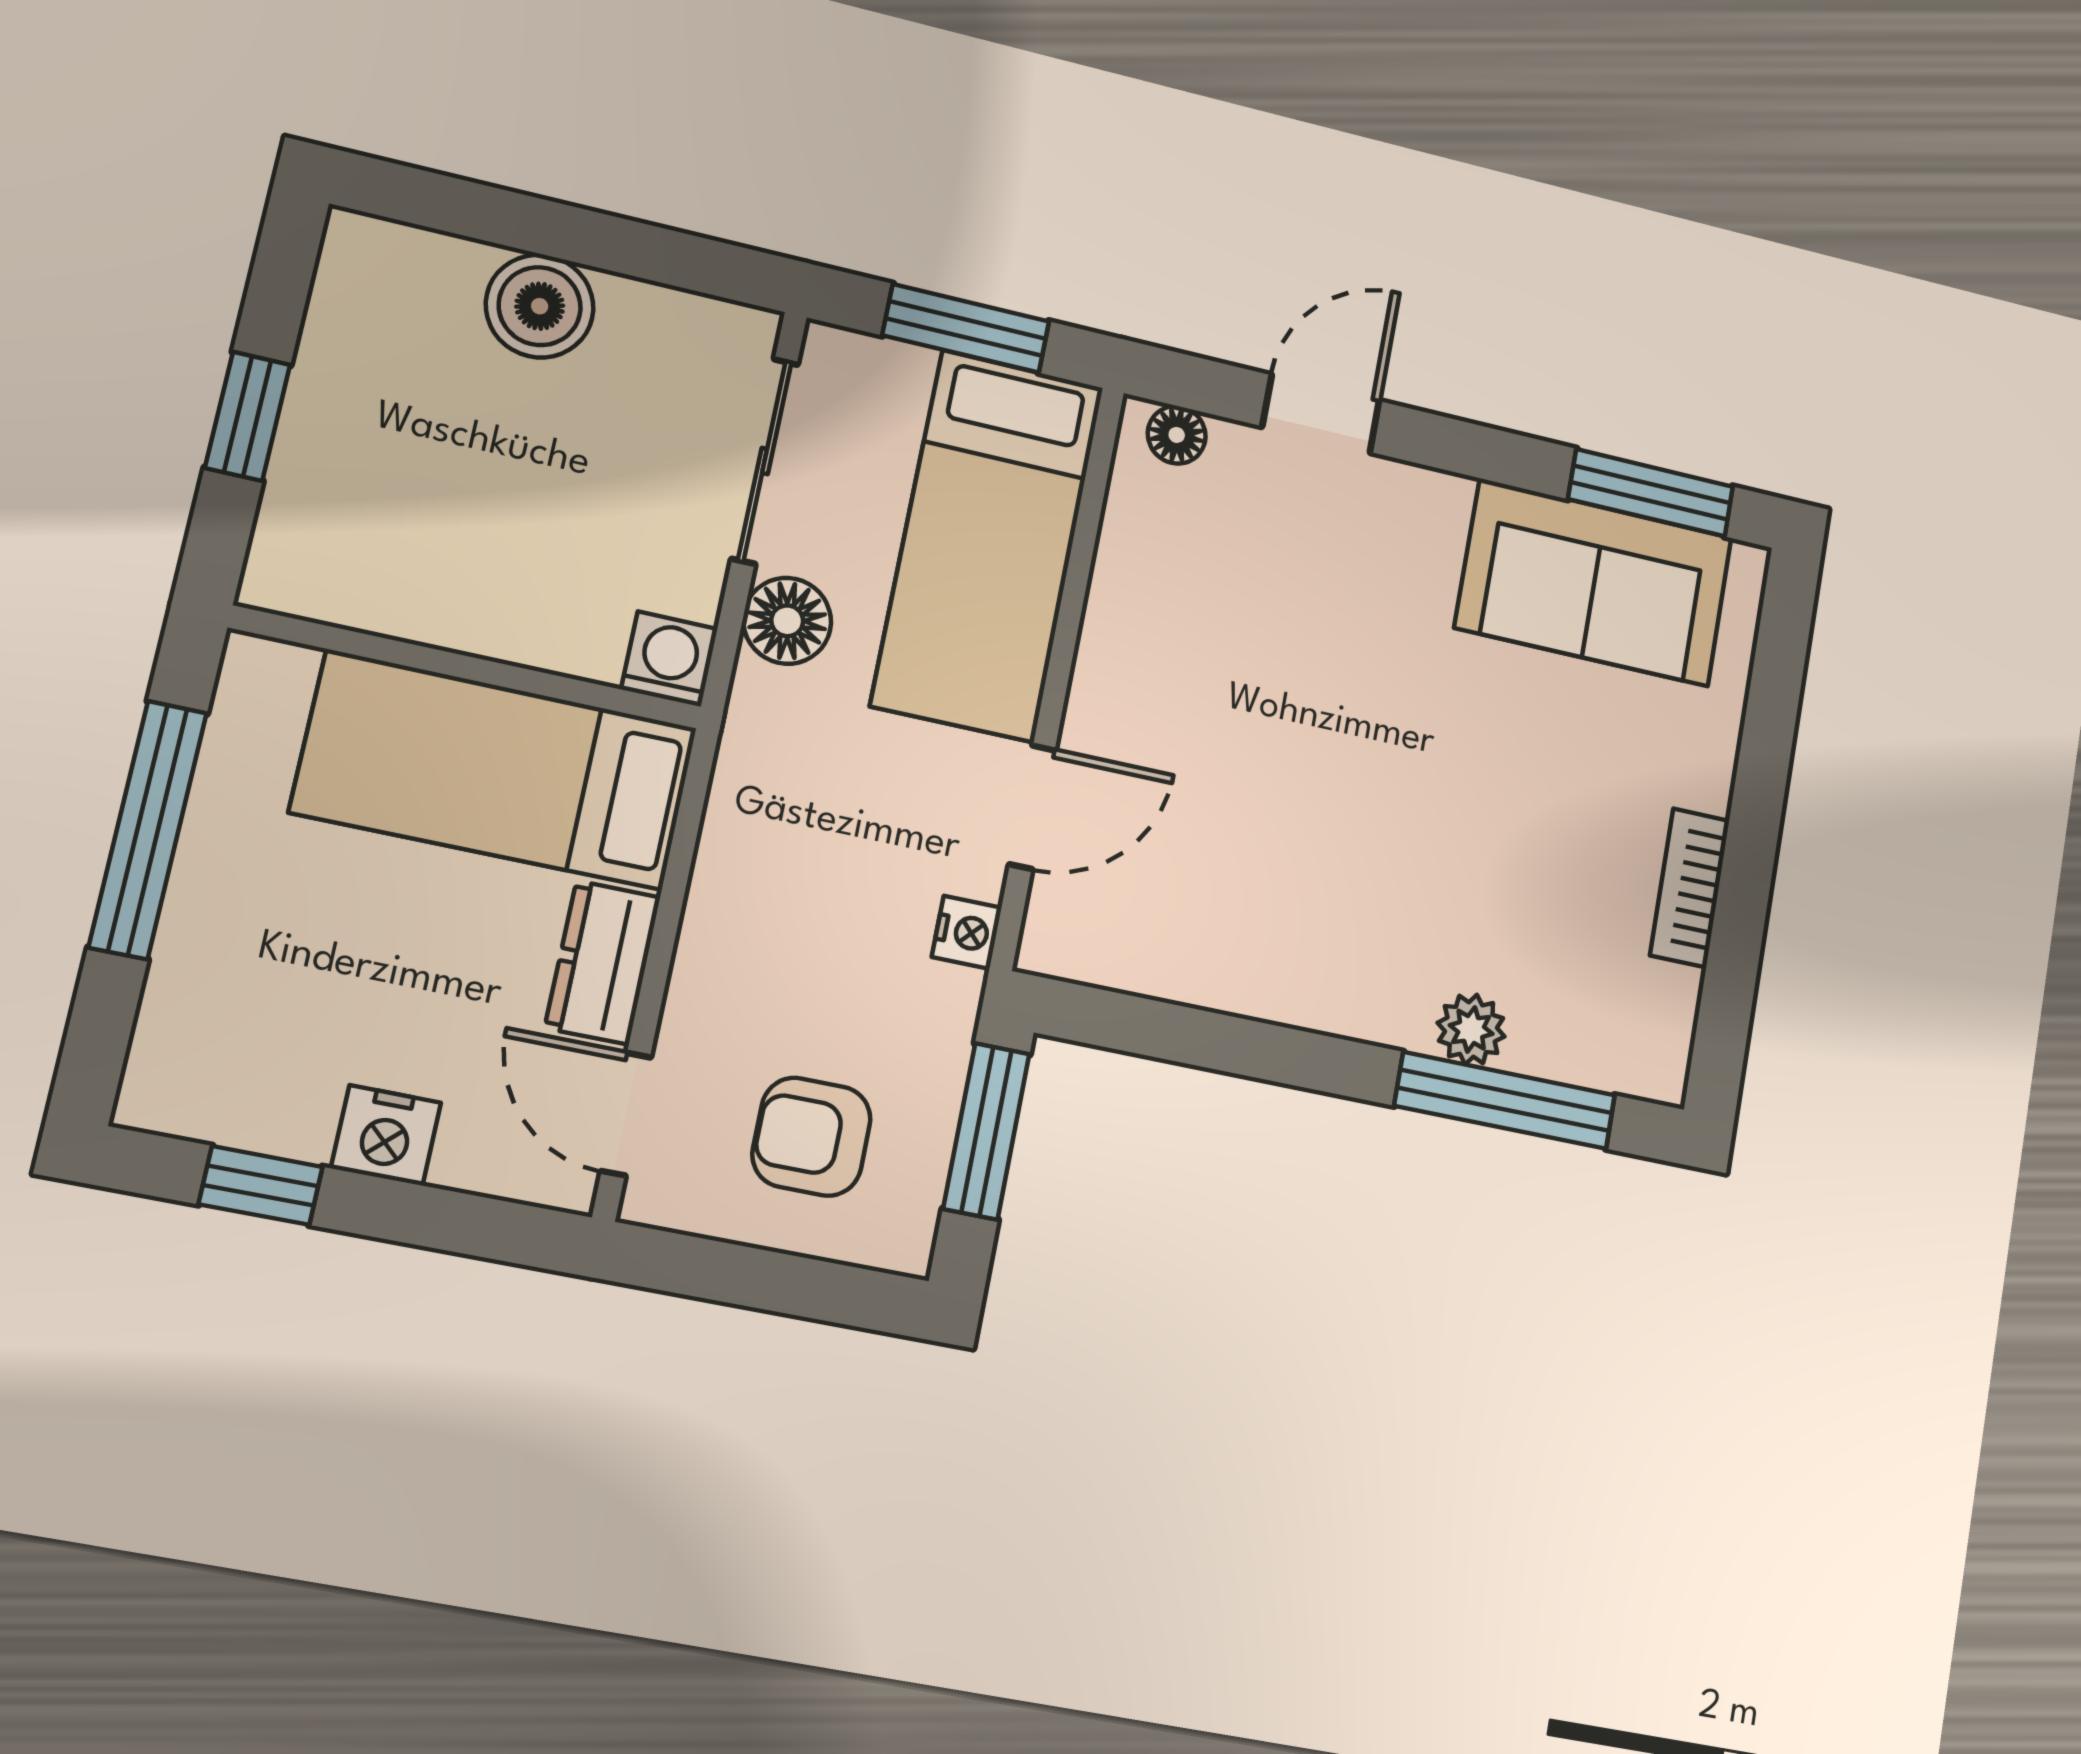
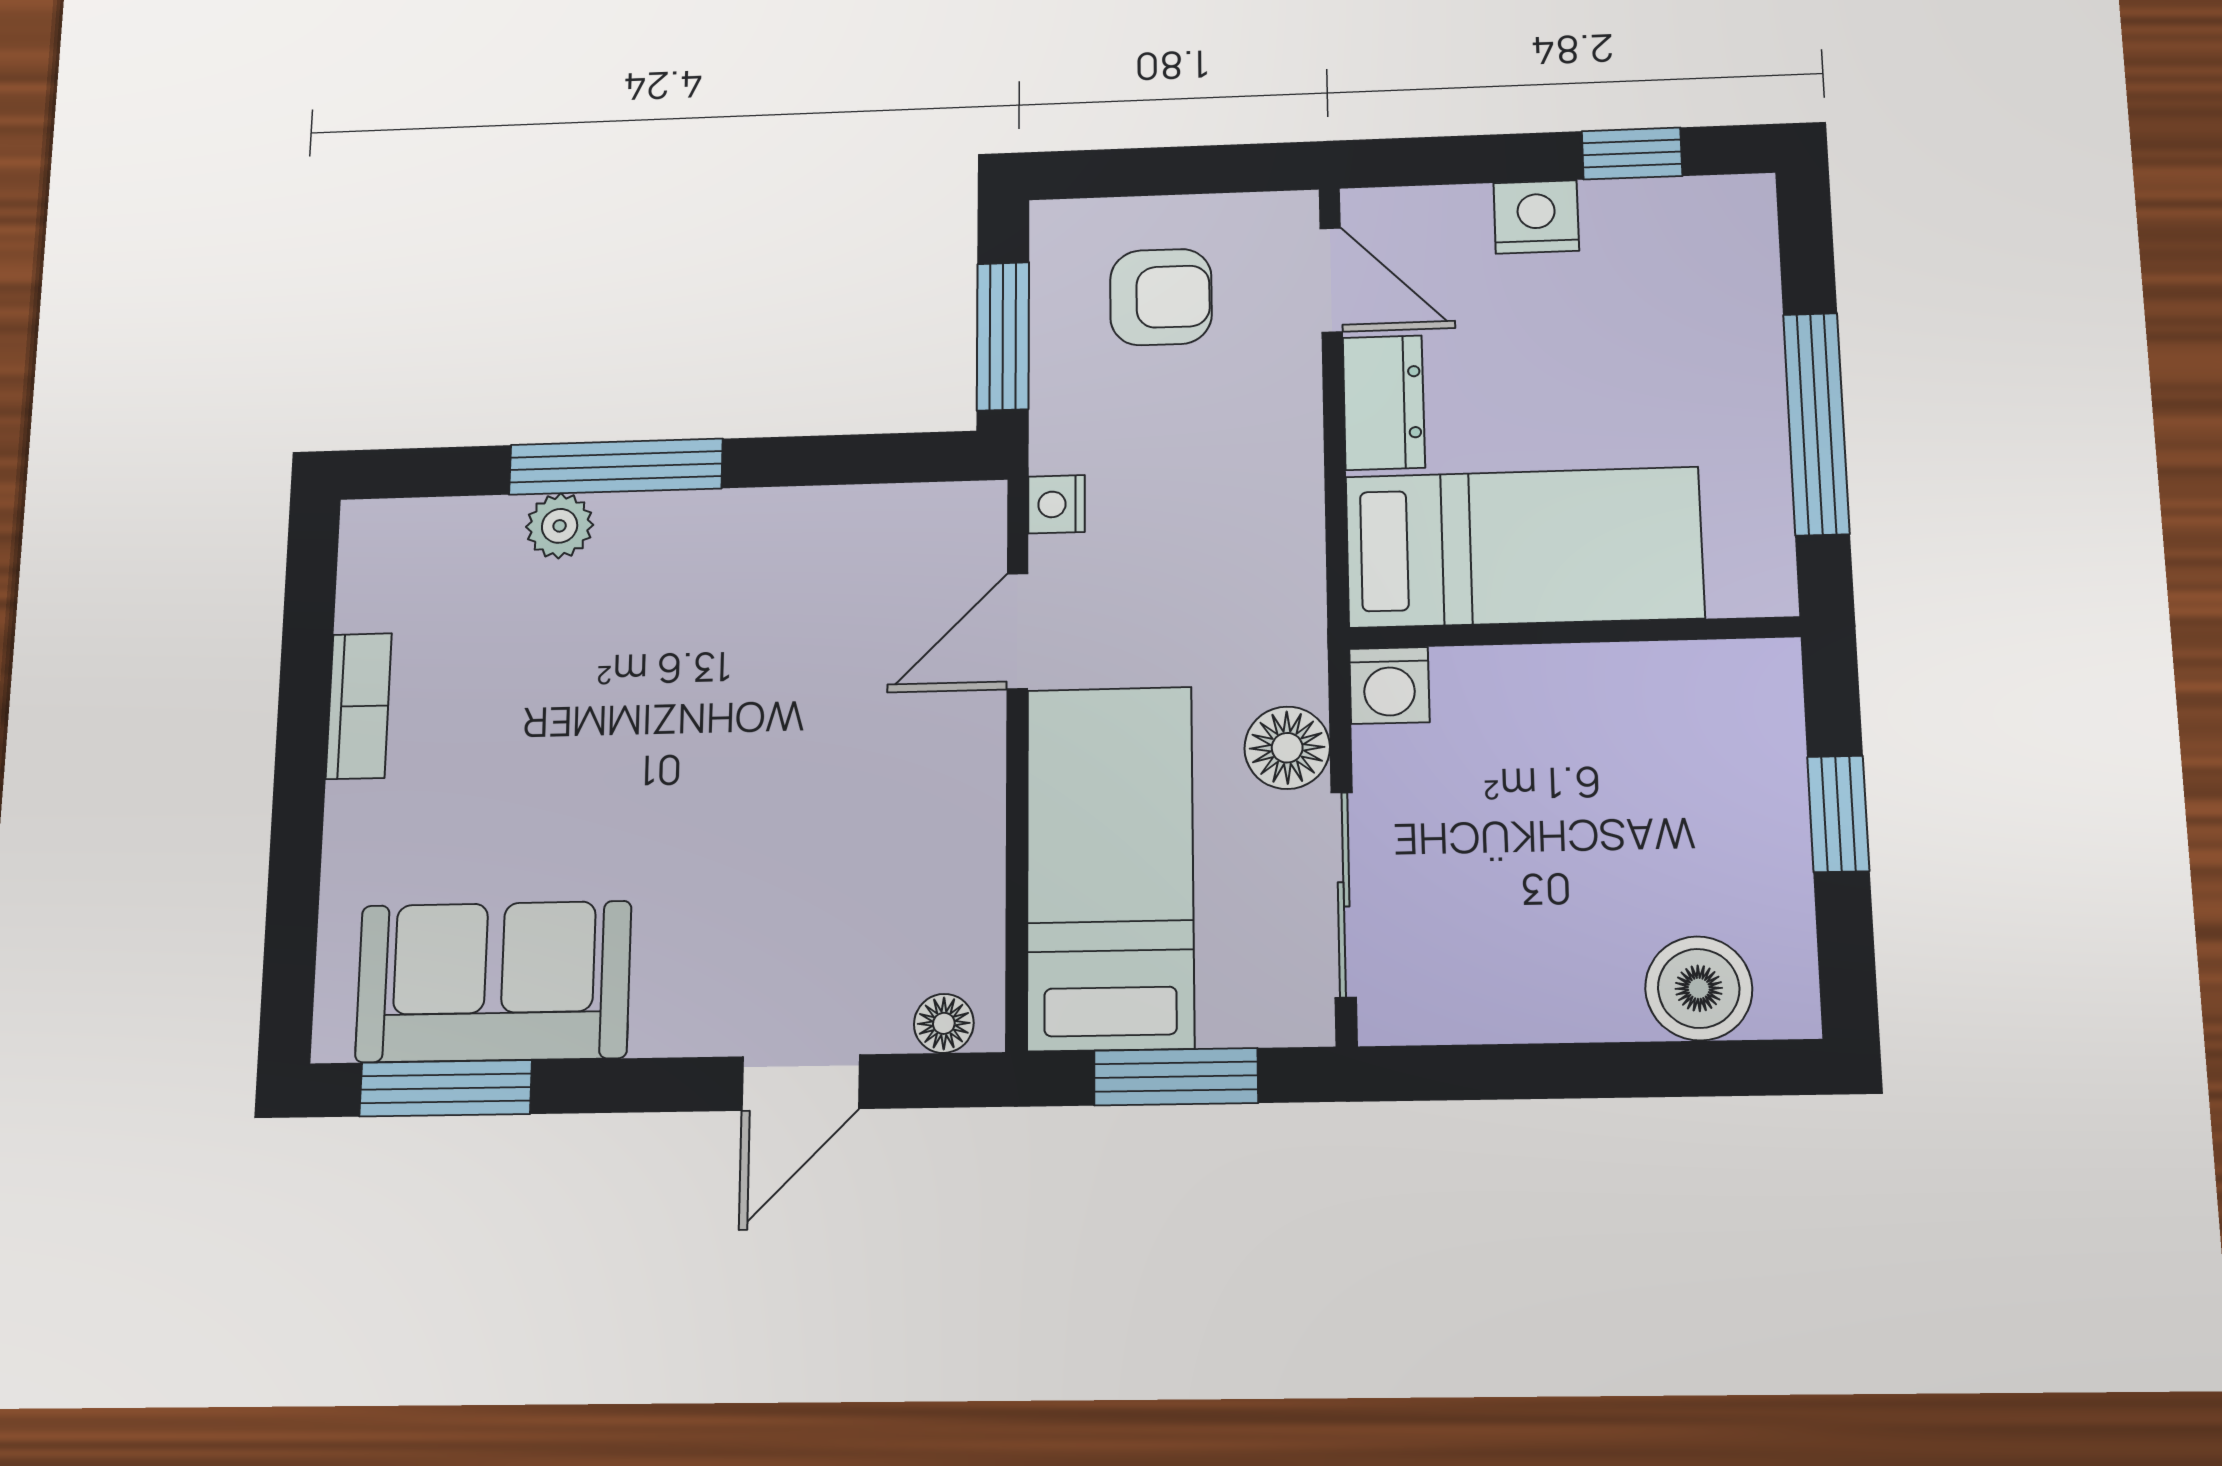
boiler: (540, 306) -> (1699, 988), moved
window: (1505, 1100) -> (616, 467), moved

